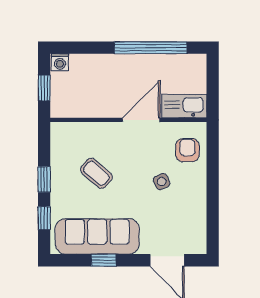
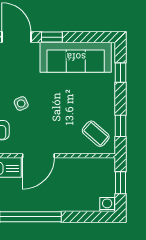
coffee table: (96, 173) -> (96, 134), moved
window: (44, 179) -> (120, 126), moved
window: (104, 260) -> (52, 37), moved

